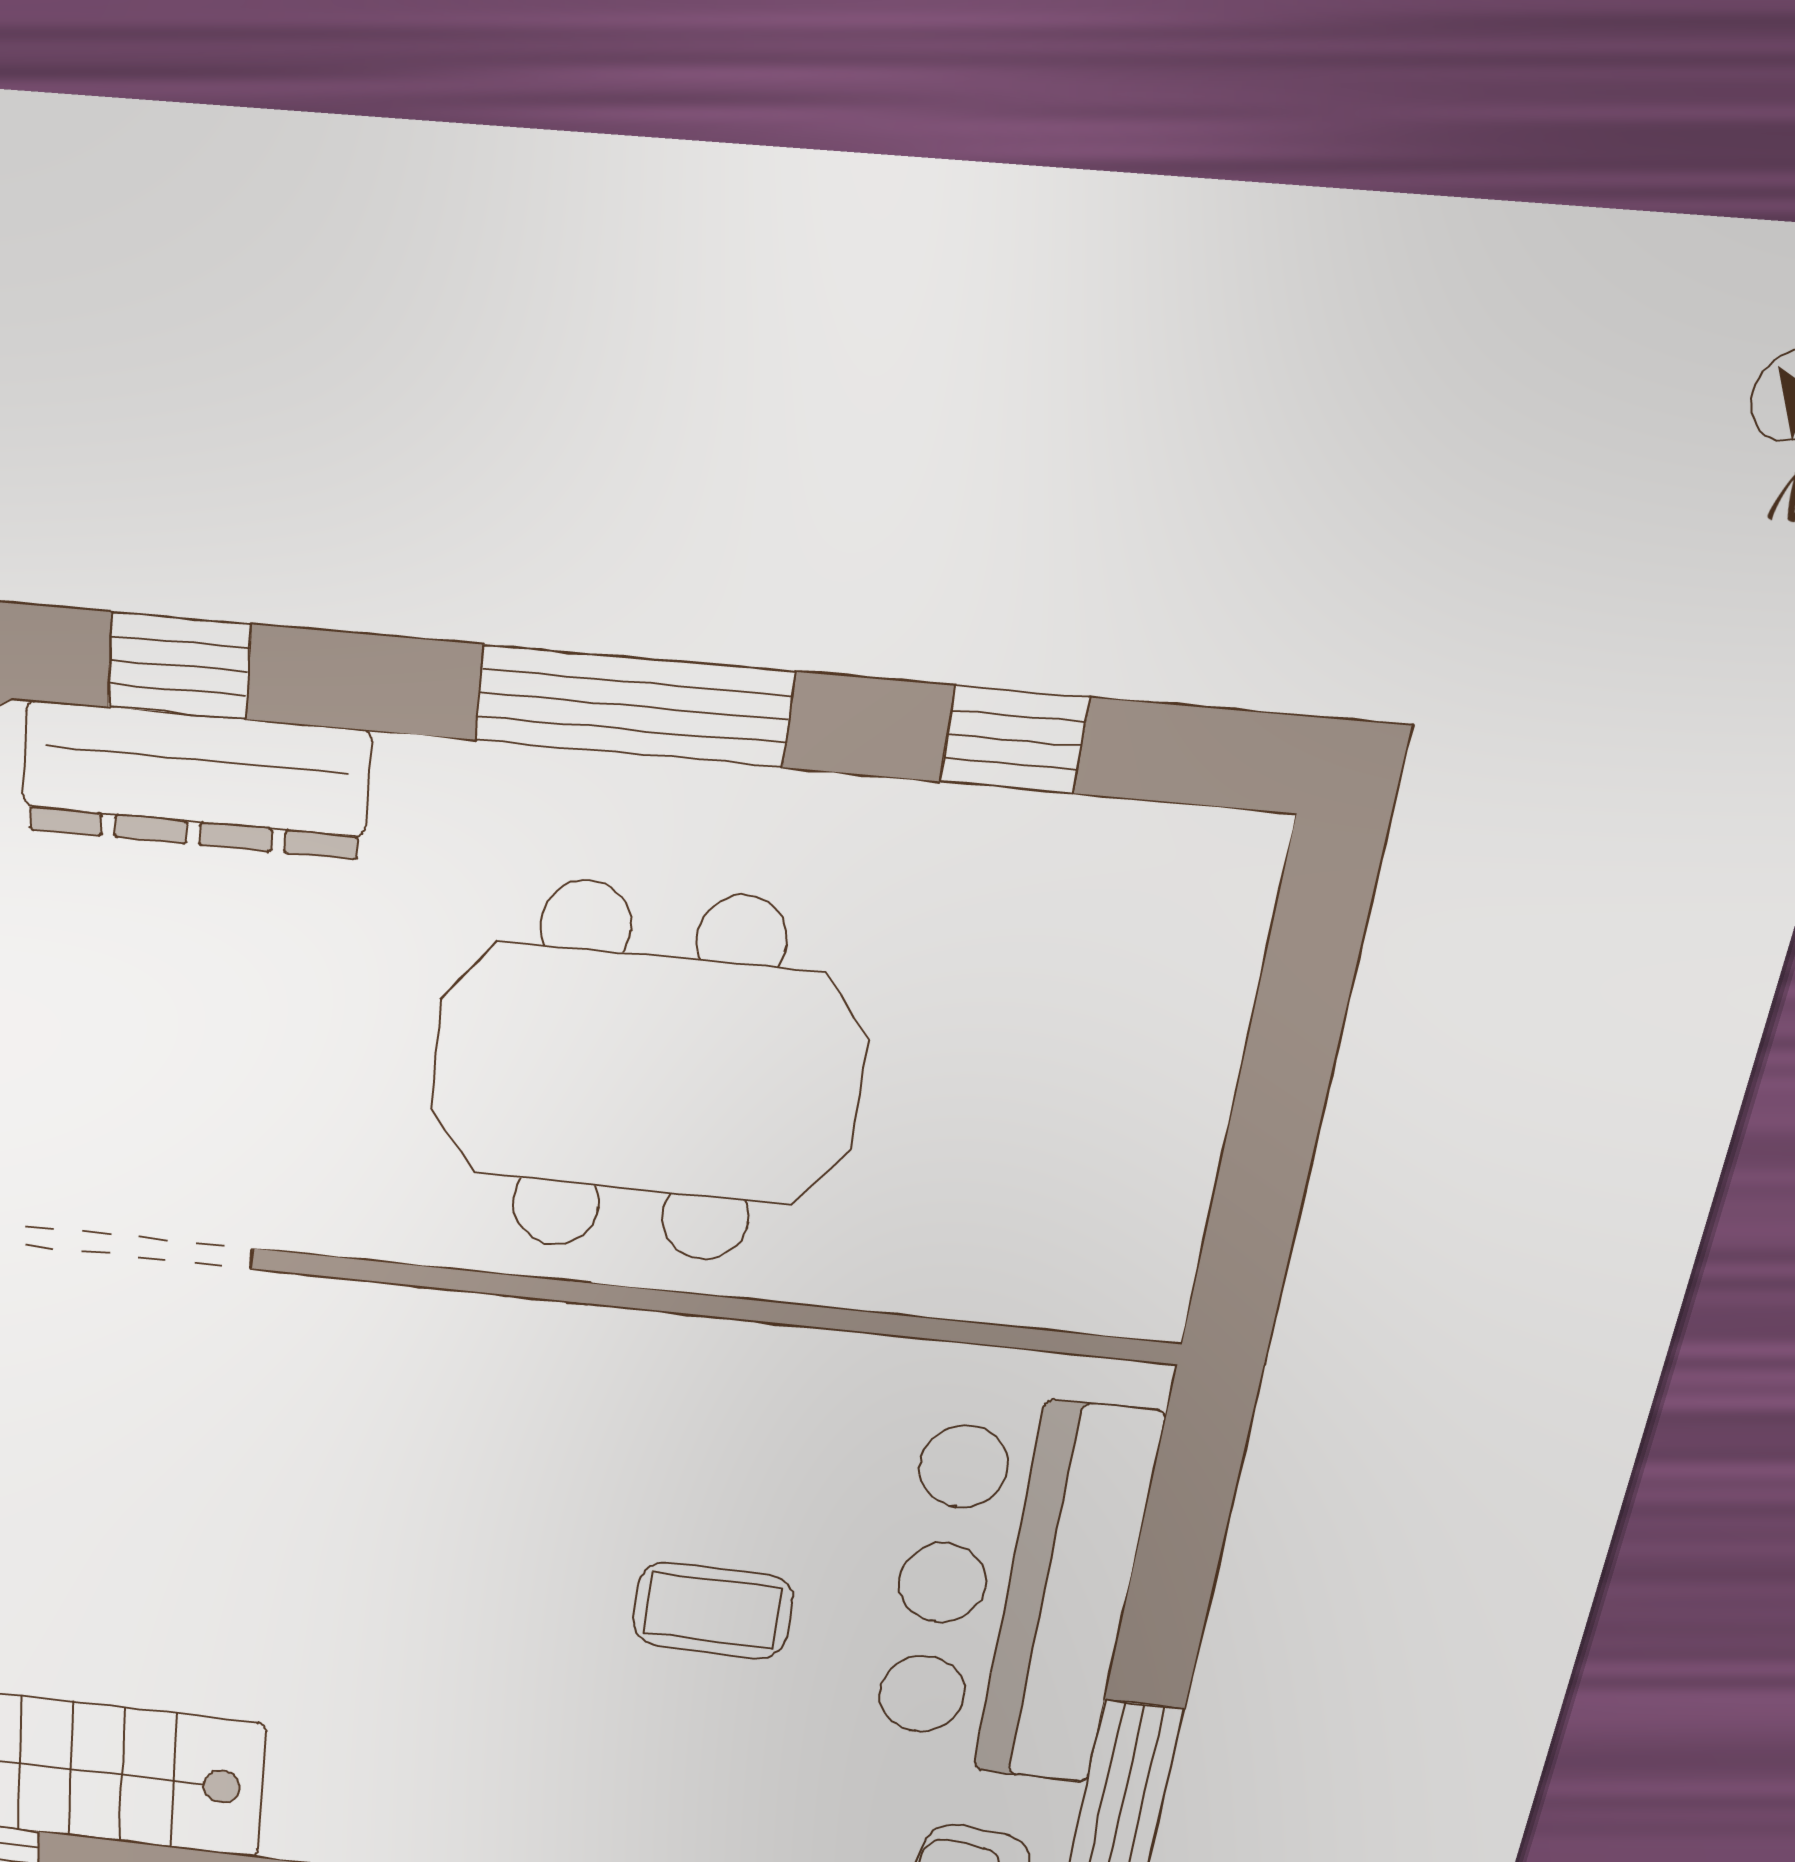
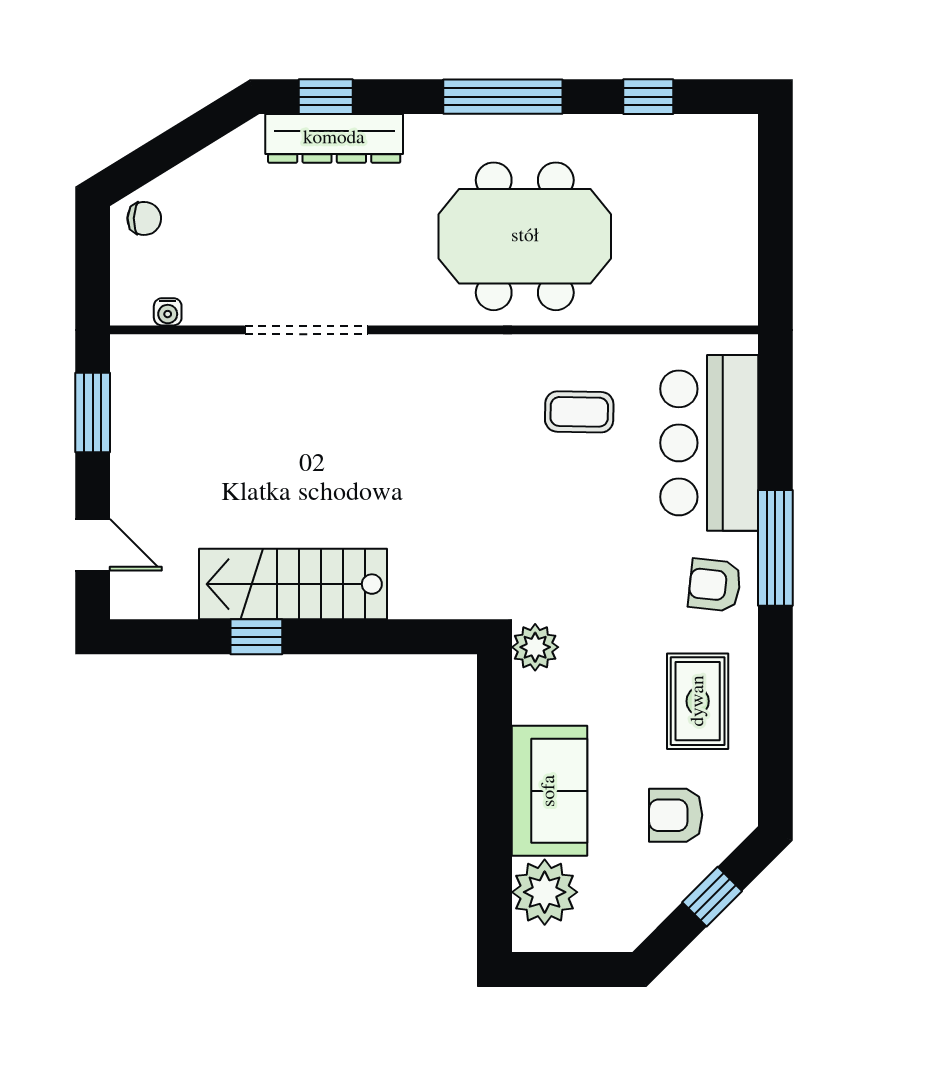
coffee table: (713, 1611) -> (579, 412), moved

